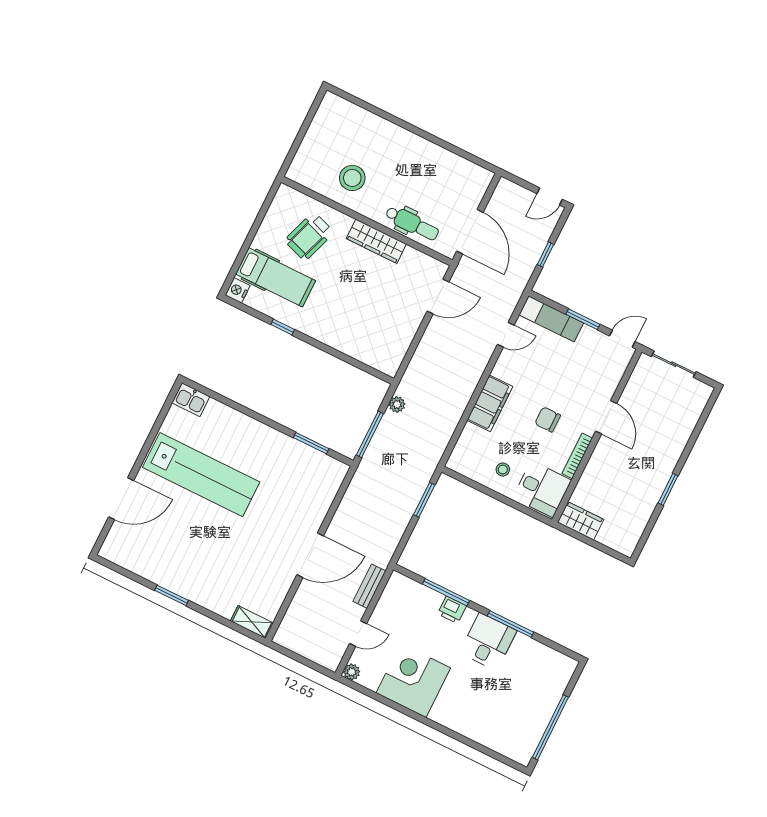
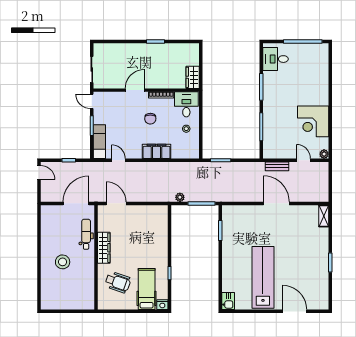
stool: (352, 178) -> (63, 262), moved
printer: (452, 610) -> (269, 119), removed
desk: (488, 642) -> (275, 59), moved

